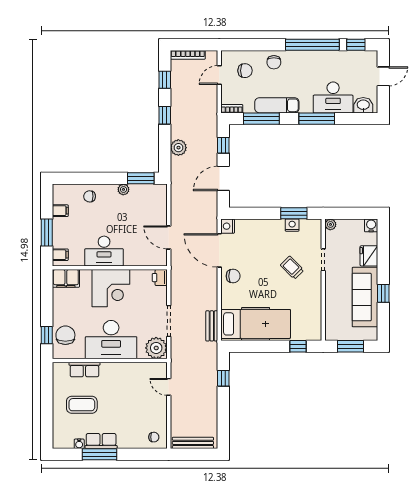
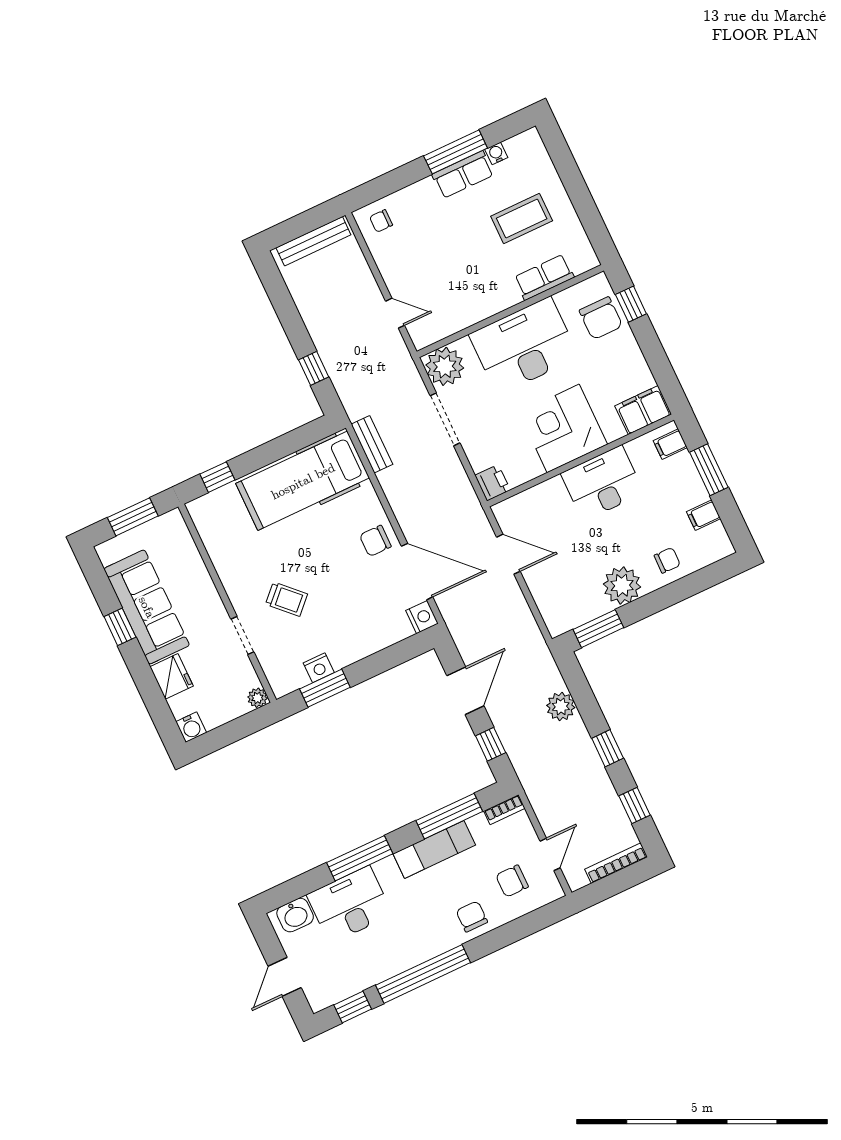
plant: (123, 189) -> (622, 585), width x1.87, depth x1.87

